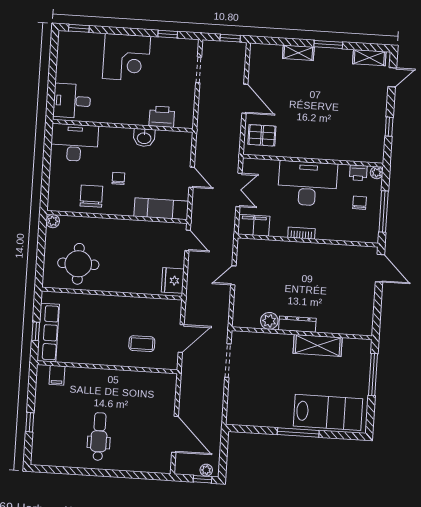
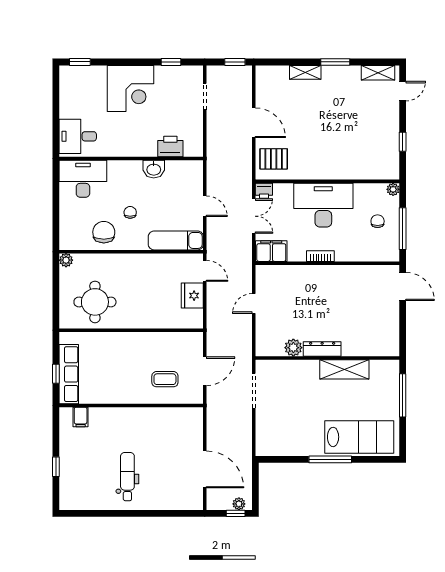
printer: (358, 173) -> (264, 191), moved
fridge: (173, 280) -> (192, 296), moved

